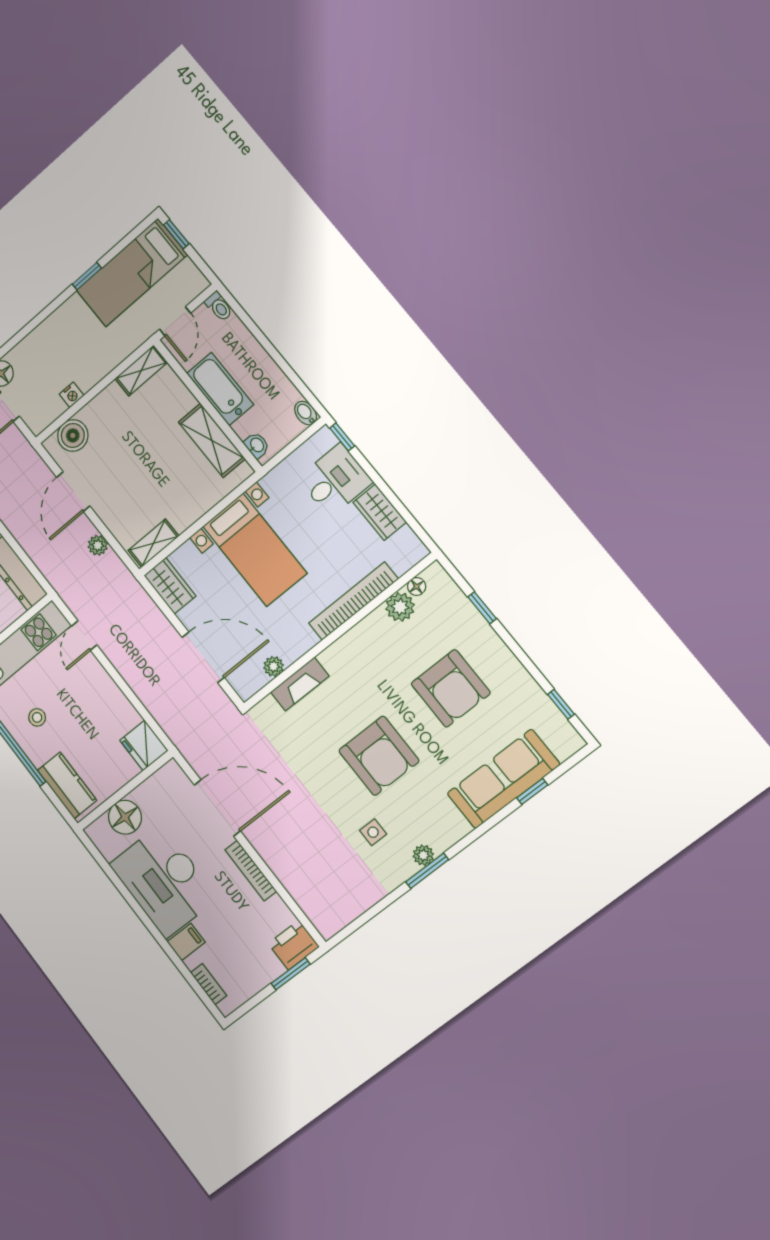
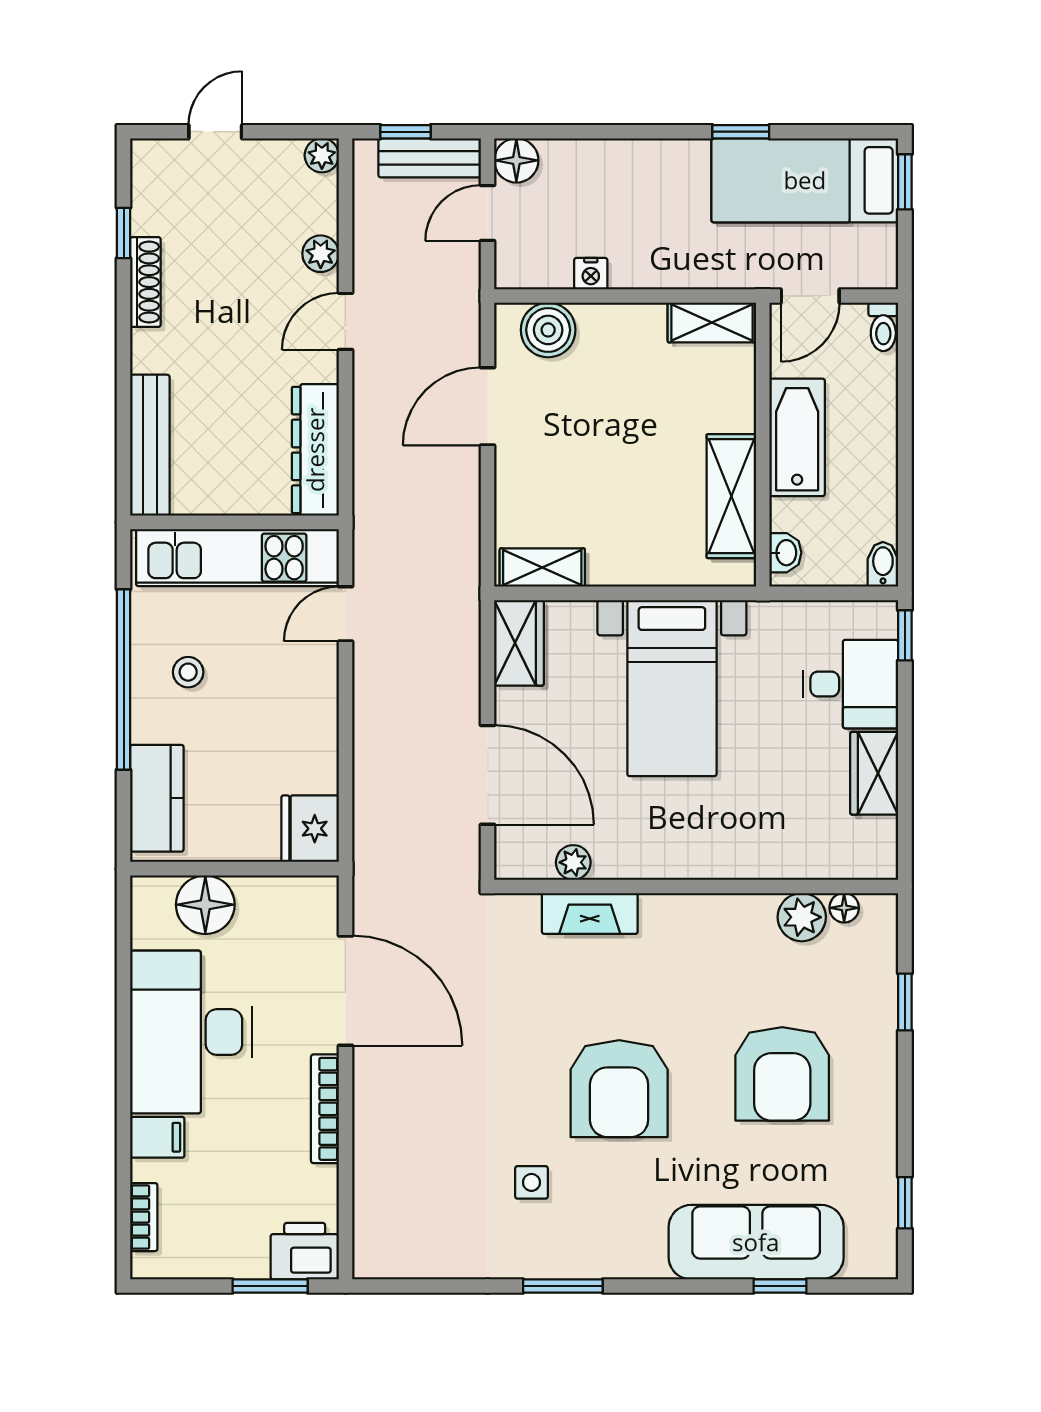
plant: (98, 545) -> (463, 507), removed
bookcase: (353, 601) -> (747, 861), removed
plant: (423, 855) -> (574, 1262), removed

